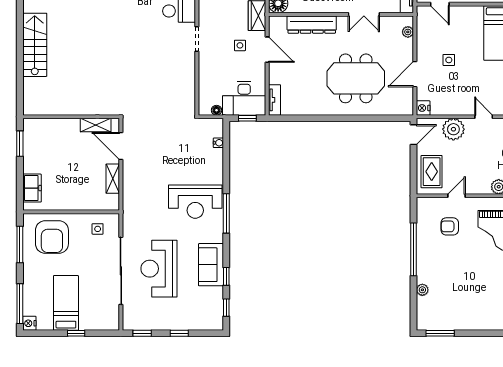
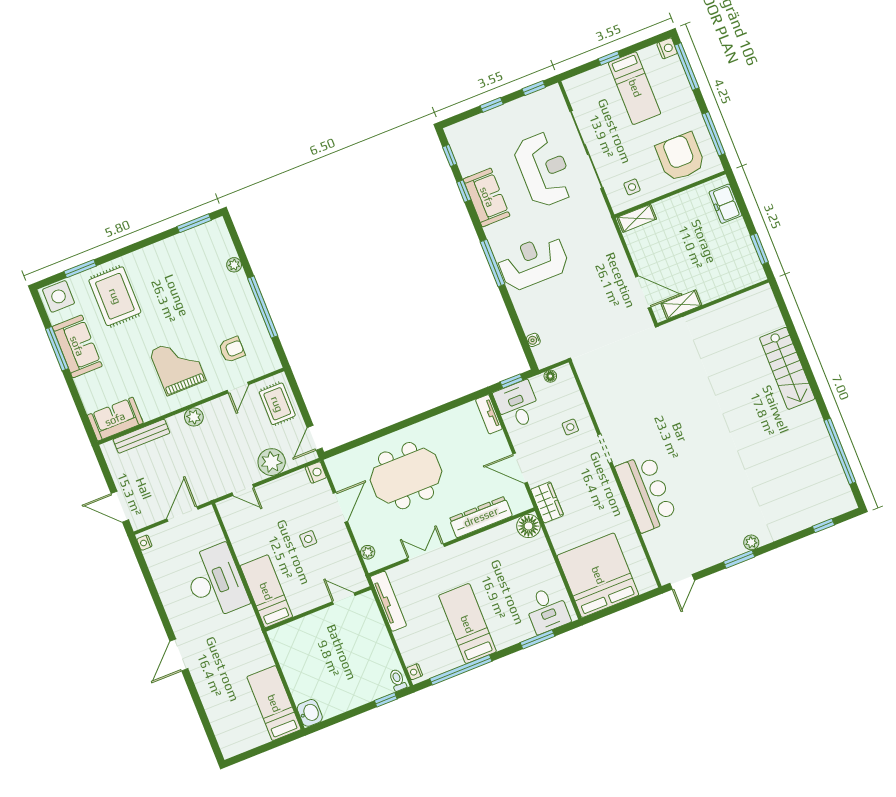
side table: (240, 45) -> (570, 427), moved
desk: (244, 98) -> (517, 405), width x0.73
shelving: (113, 179) -> (637, 218), moved, turned 90

